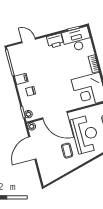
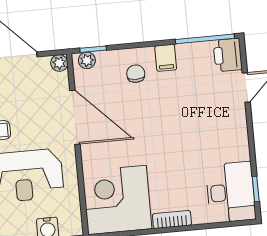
printer: (55, 41) -> (228, 55), moved
door: (55, 115) -> (75, 117), swing flipped

